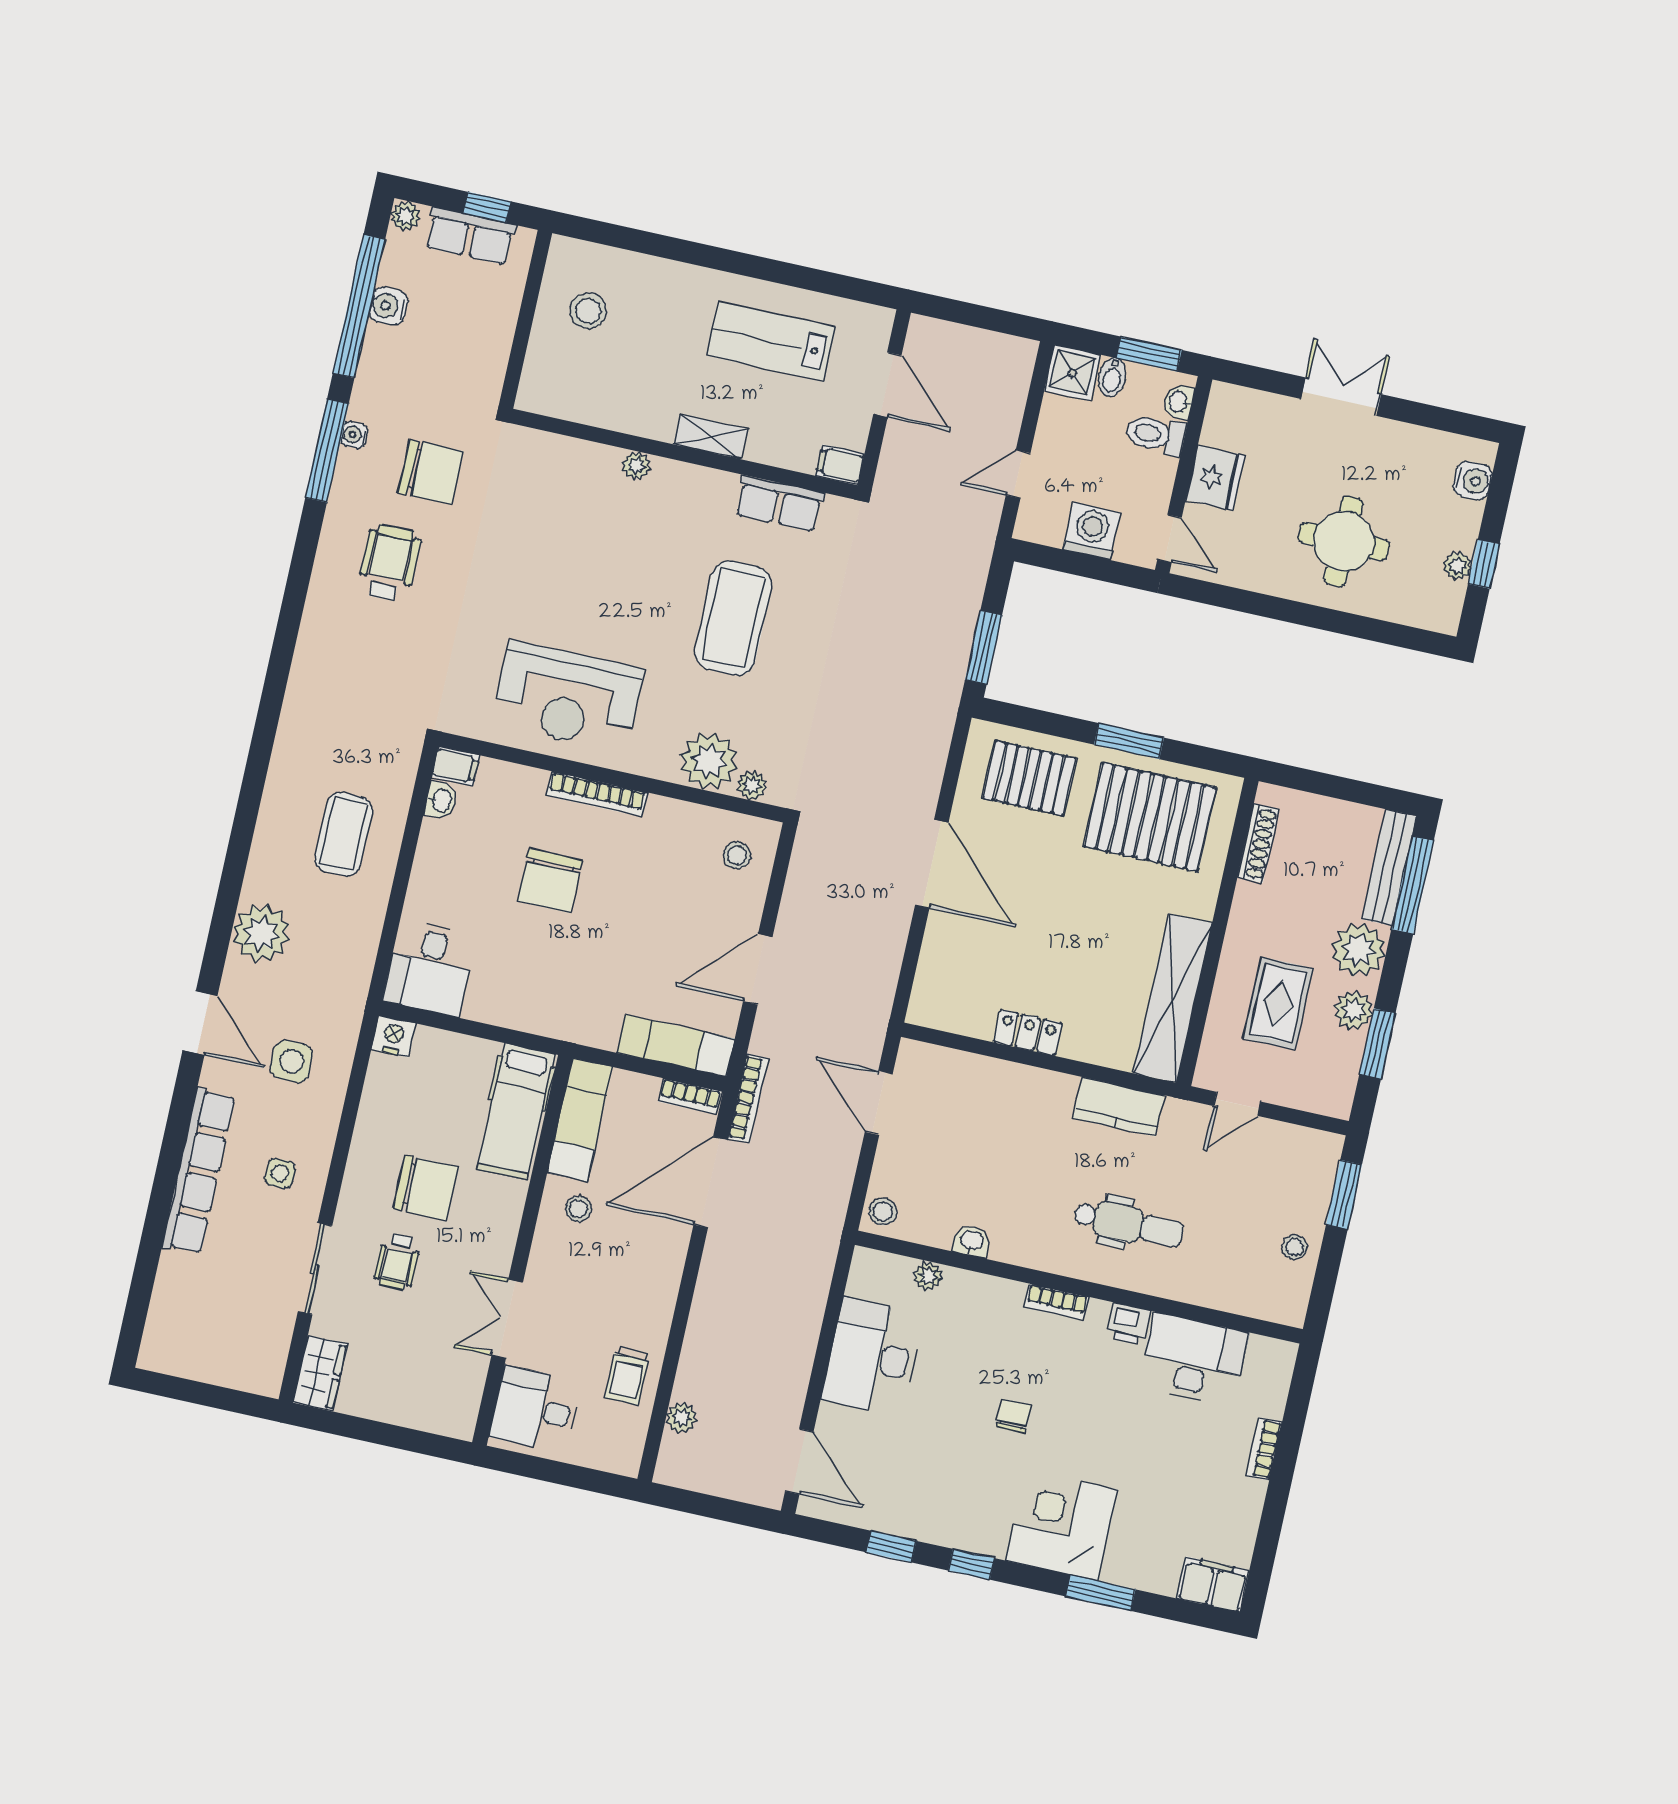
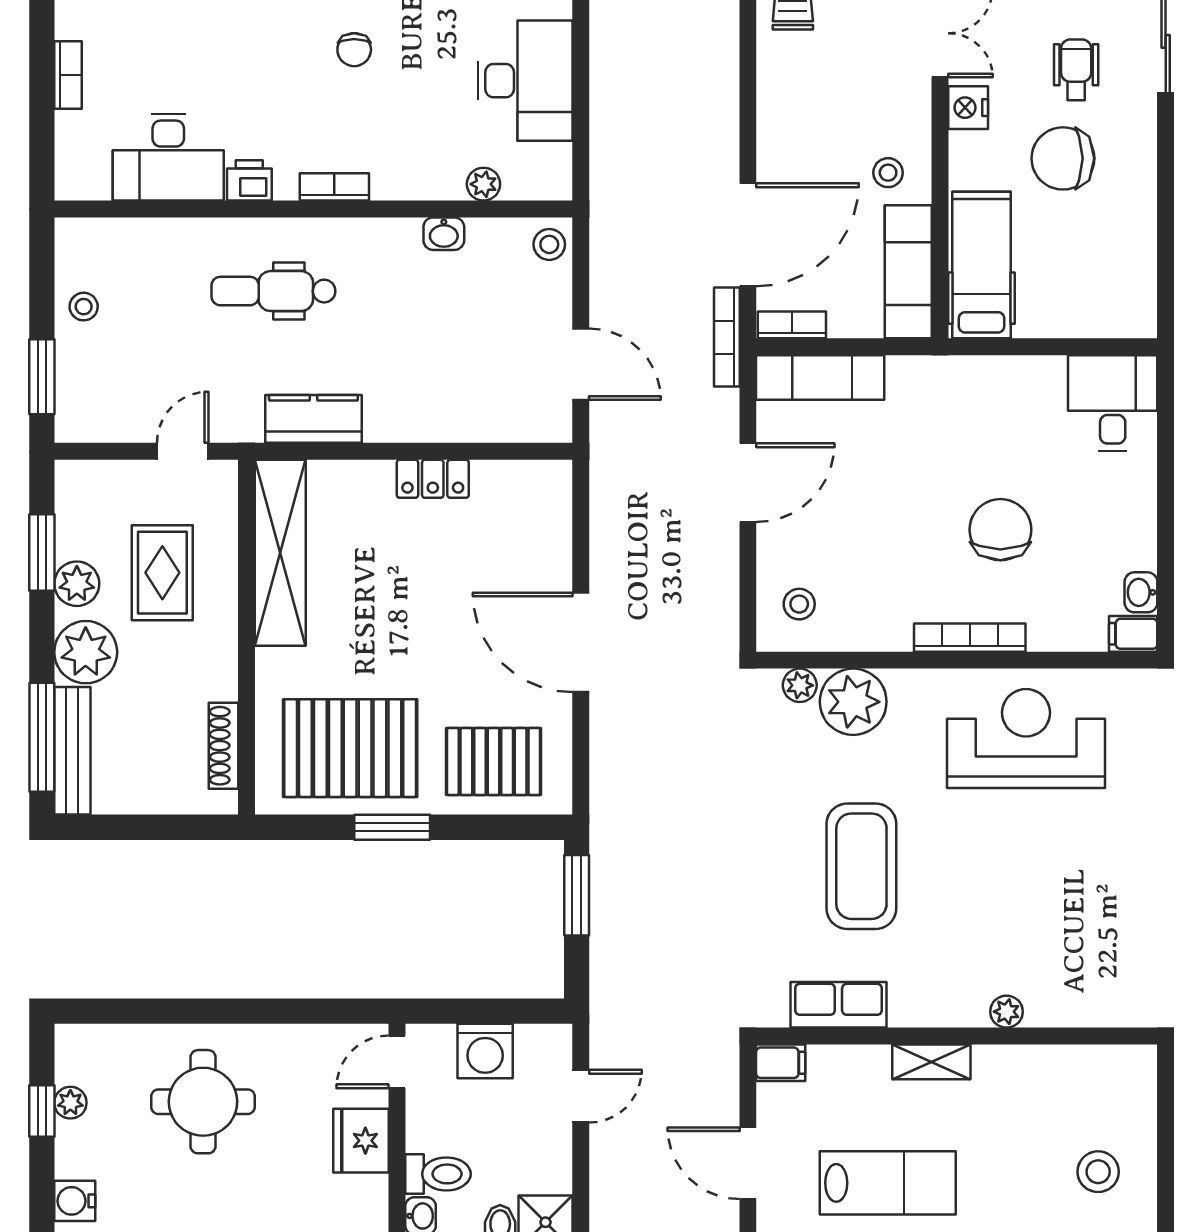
door: (1169, 539) -> (397, 1062), hinge flipped
nightstand: (393, 1036) -> (968, 108), moved, turned 90

